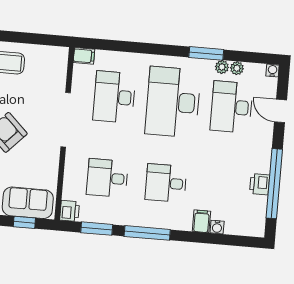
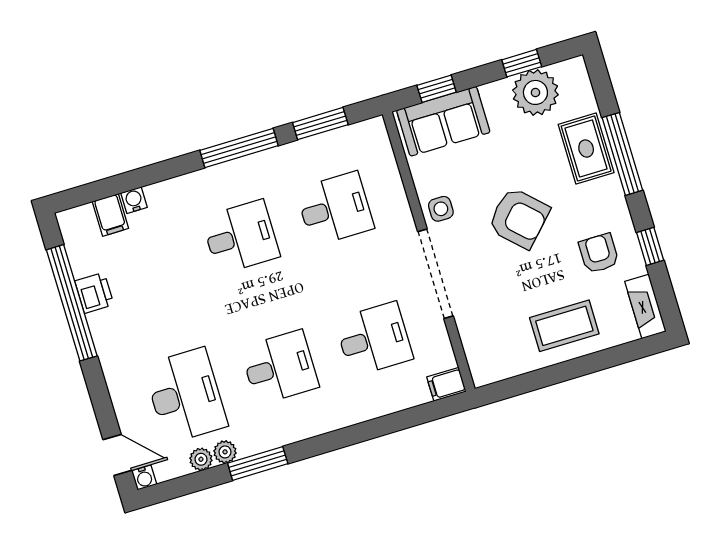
desk: (114, 97) -> (374, 339), width x0.73
desk: (173, 102) -> (280, 367), width x0.53, depth x0.77
door: (281, 111) -> (117, 455), moved
side table: (48, 155) -> (441, 209), added
printer: (70, 211) -> (373, 135), removed
filing cabinet: (201, 221) -> (110, 215), moved

